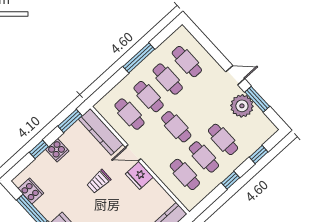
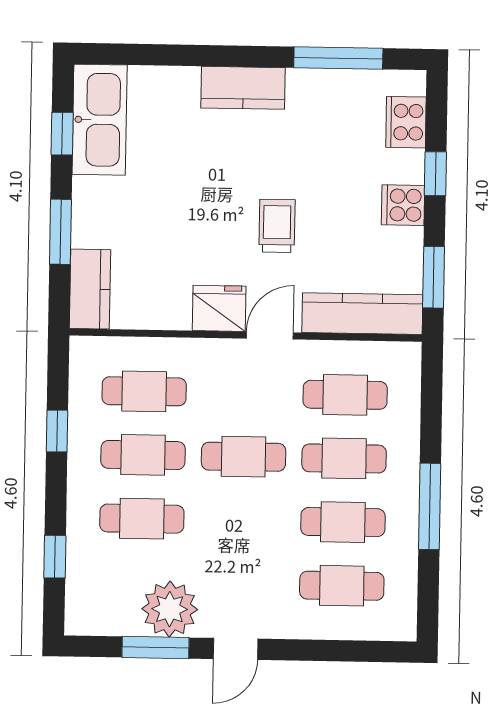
window: (231, 180) -> (57, 431), moved
cooker: (31, 191) -> (406, 122), moved, turned 90

